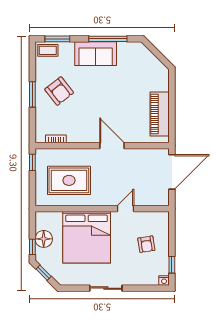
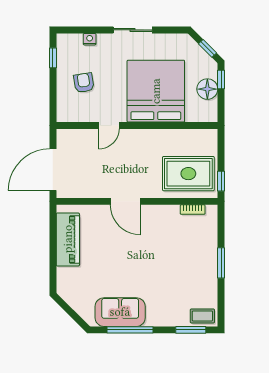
sofa: (96, 54) -> (120, 312), moved
armchair: (59, 91) -> (189, 267), removed
rug: (69, 180) -> (188, 174), moved
nightstand: (164, 280) -> (90, 39), moved

